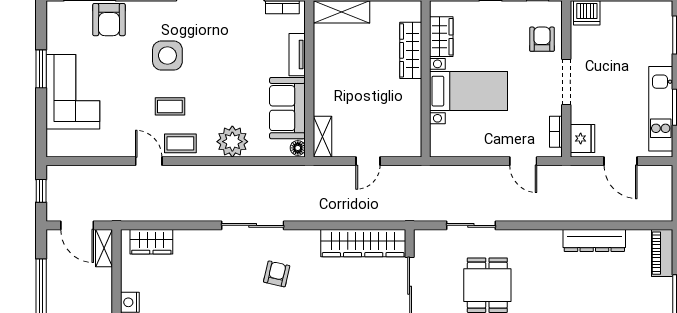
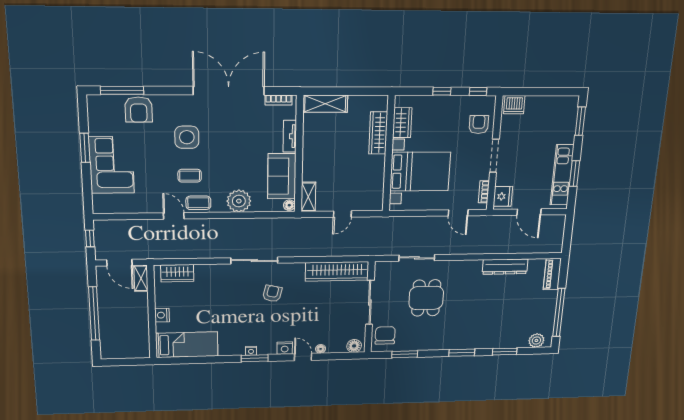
bed with nightstands: (468, 91) -> (420, 172), width x1.36

